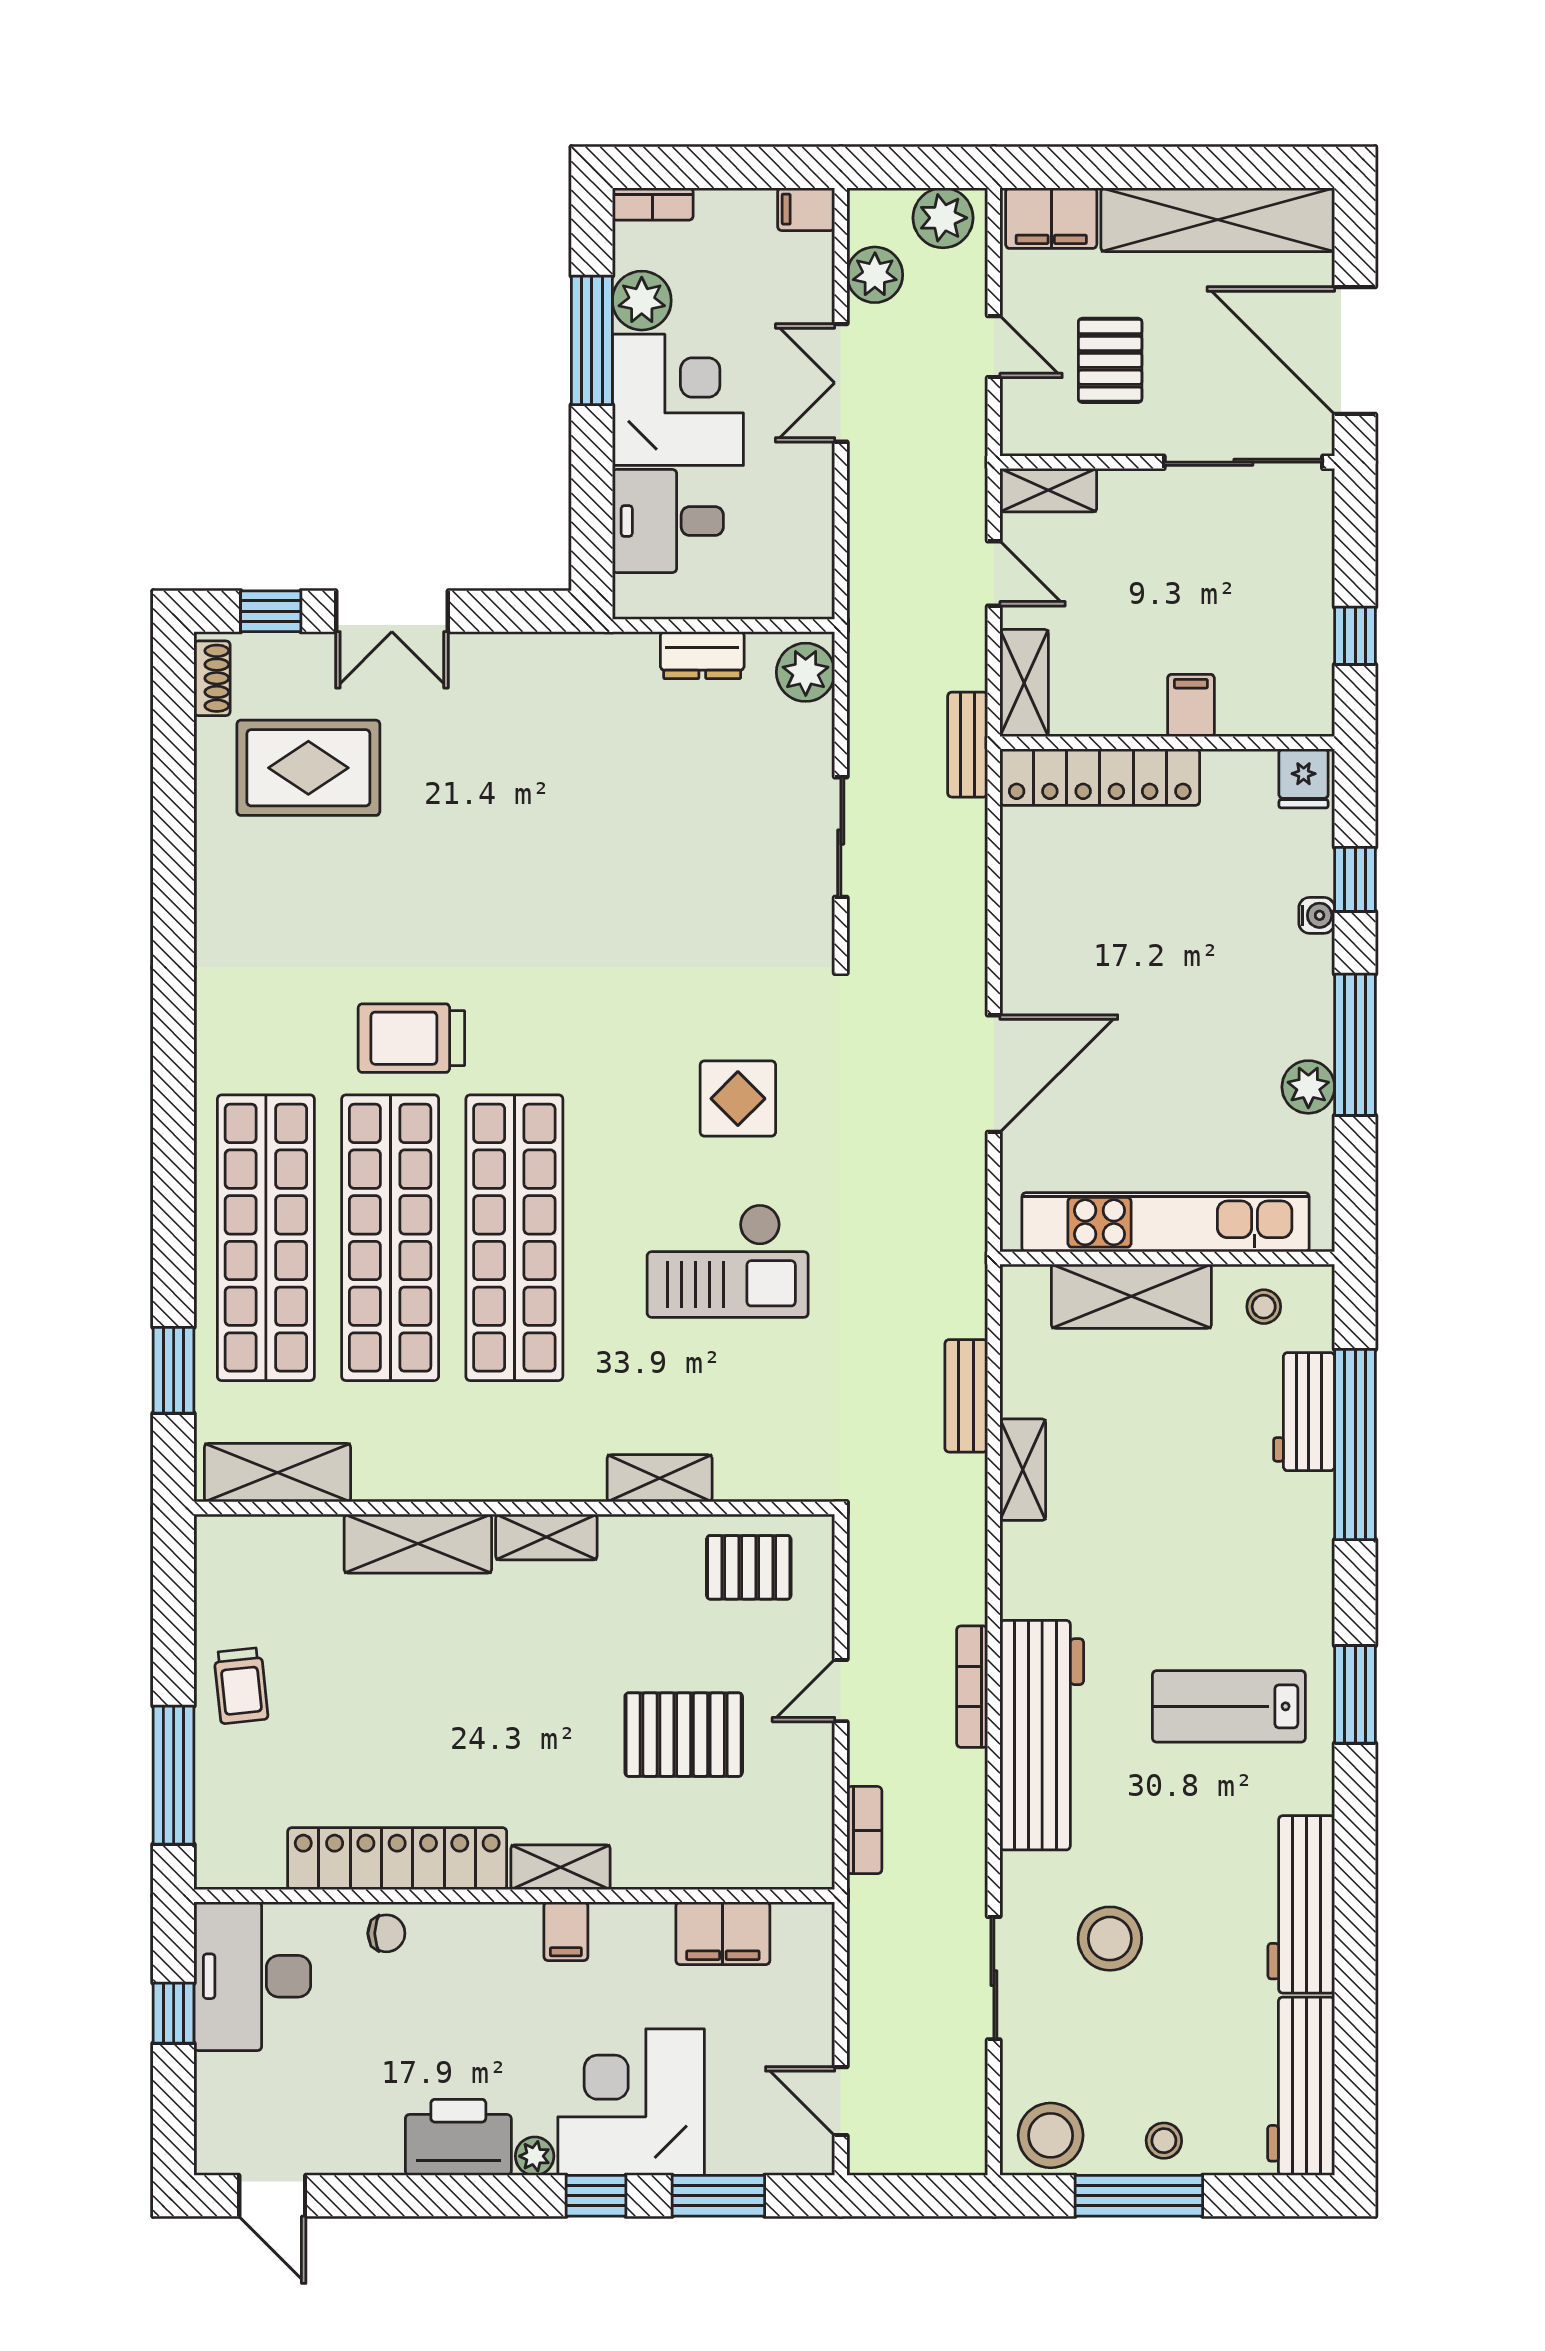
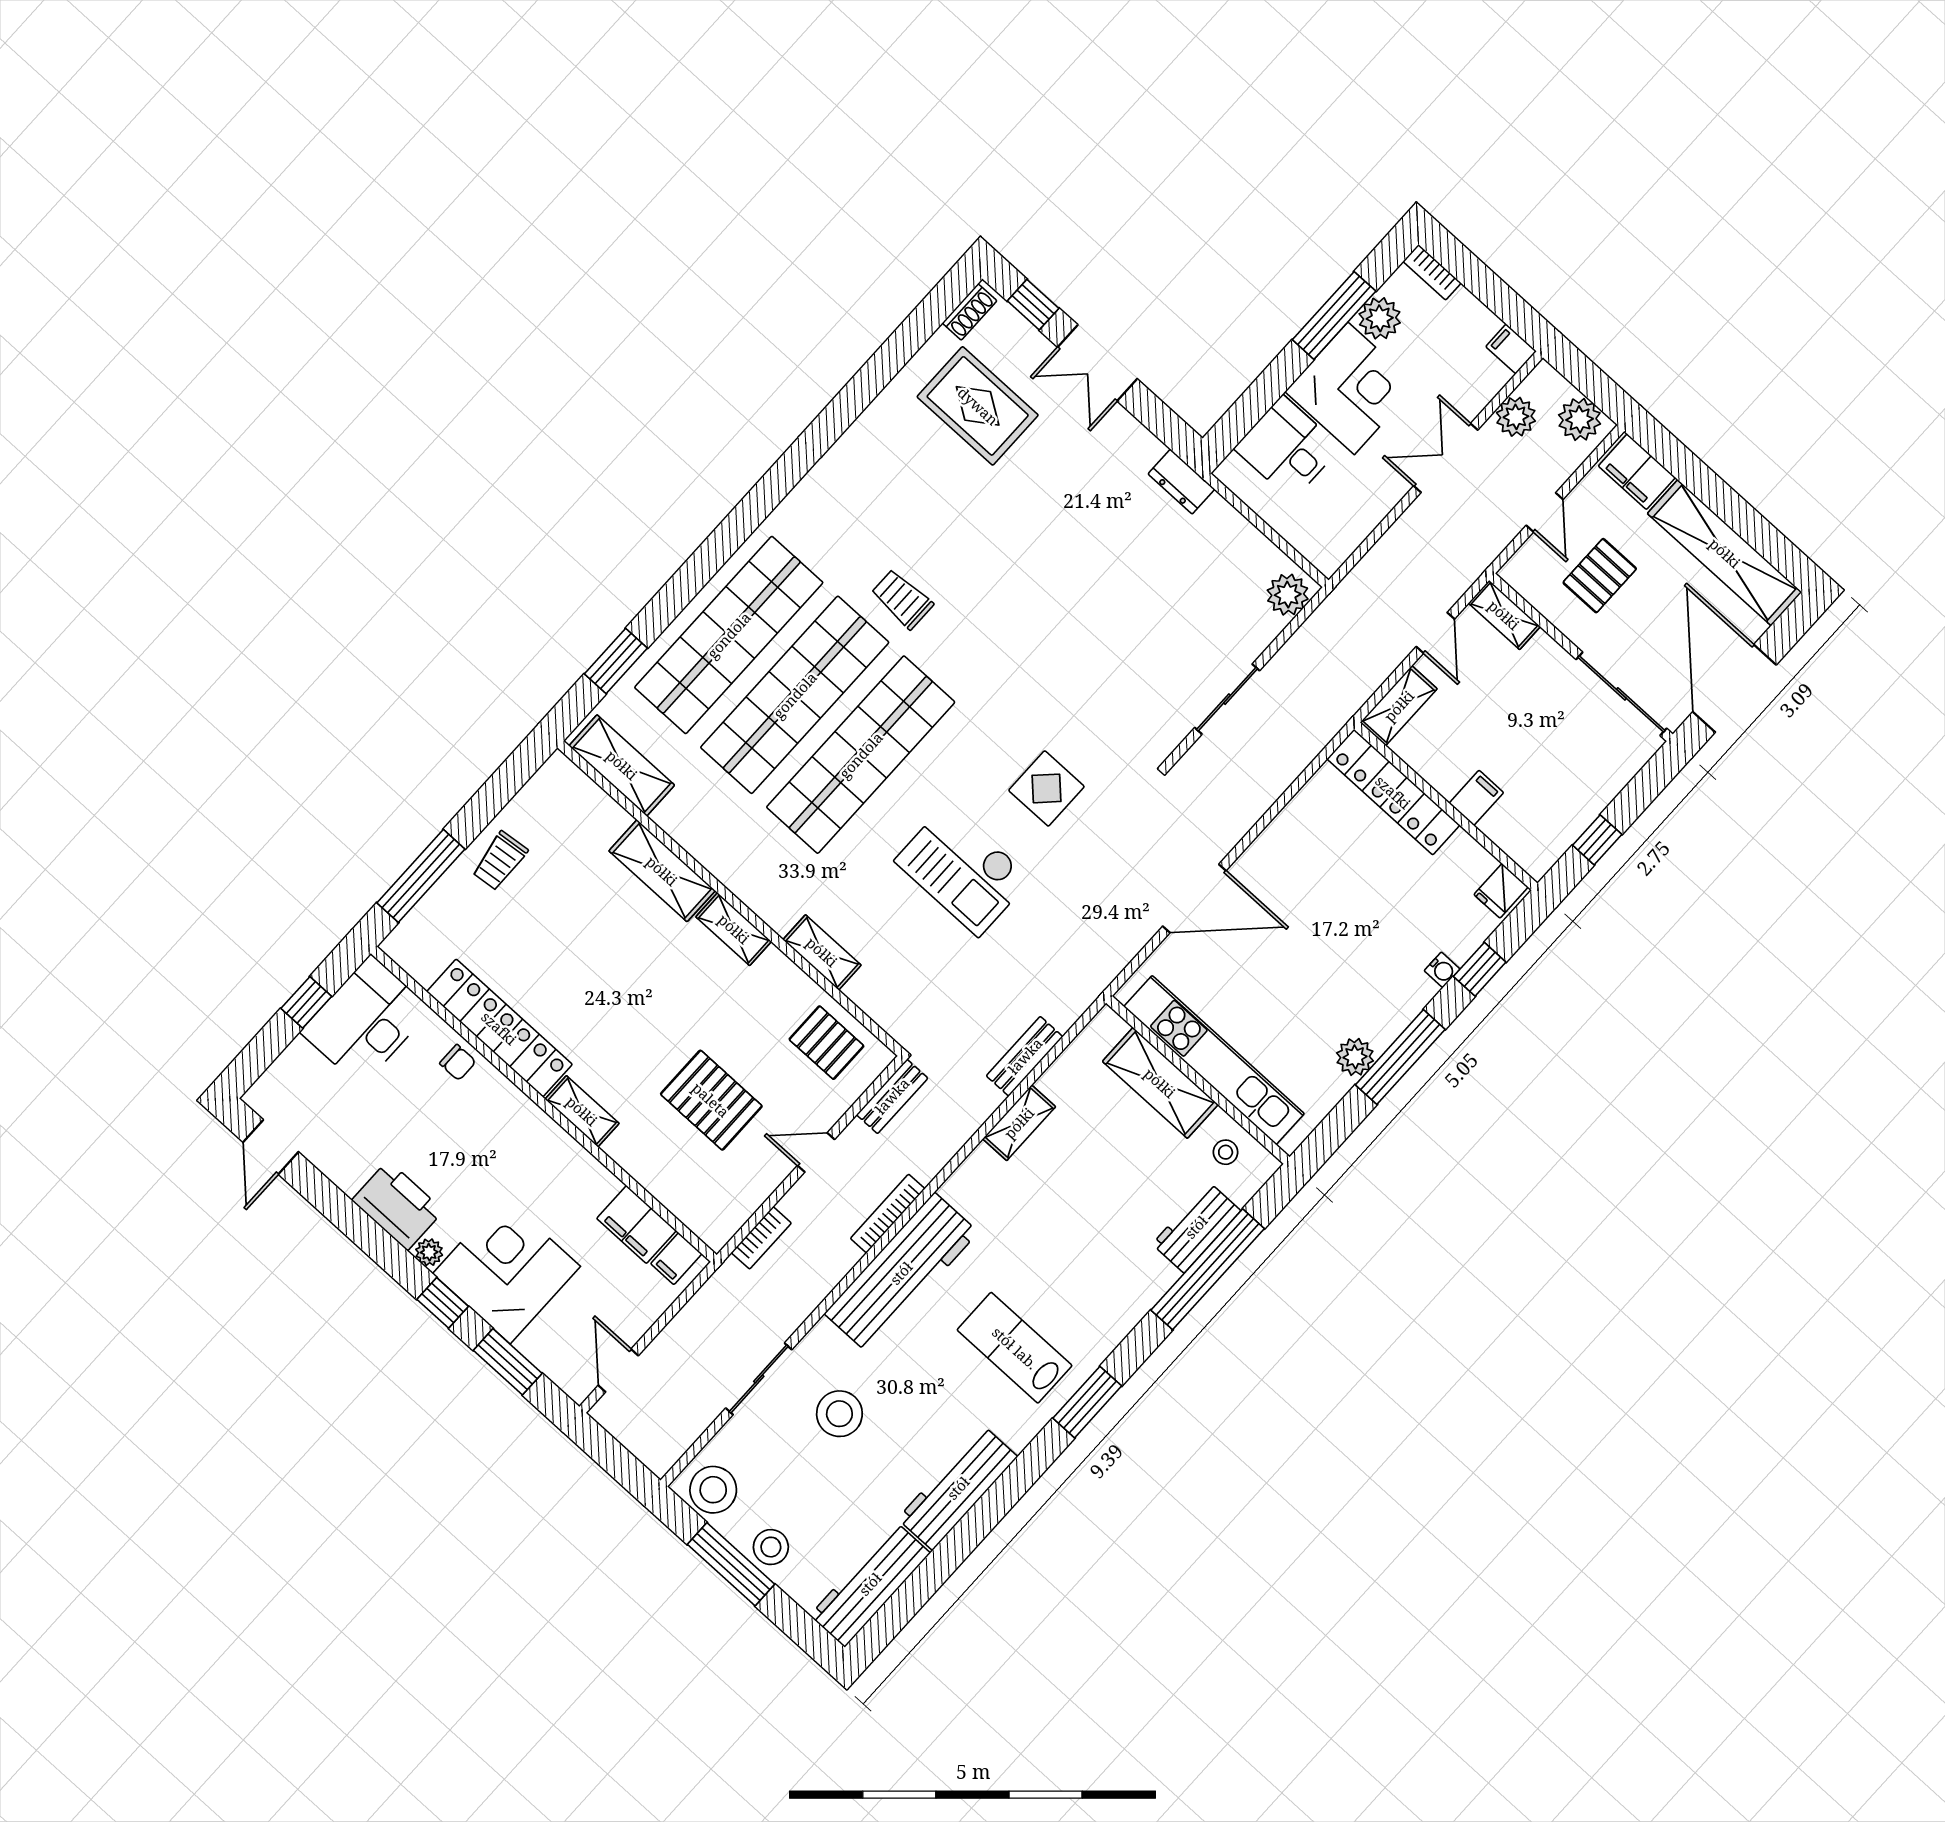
dresser: (702, 655) -> (1181, 482), moved
bench: (968, 745) -> (892, 1096), moved
trolley: (411, 1038) -> (902, 599), width x0.73, depth x0.72
filing cabinet: (566, 1931) -> (676, 1259), moved
stool: (1164, 2141) -> (771, 1547), width x1.37, depth x1.37

